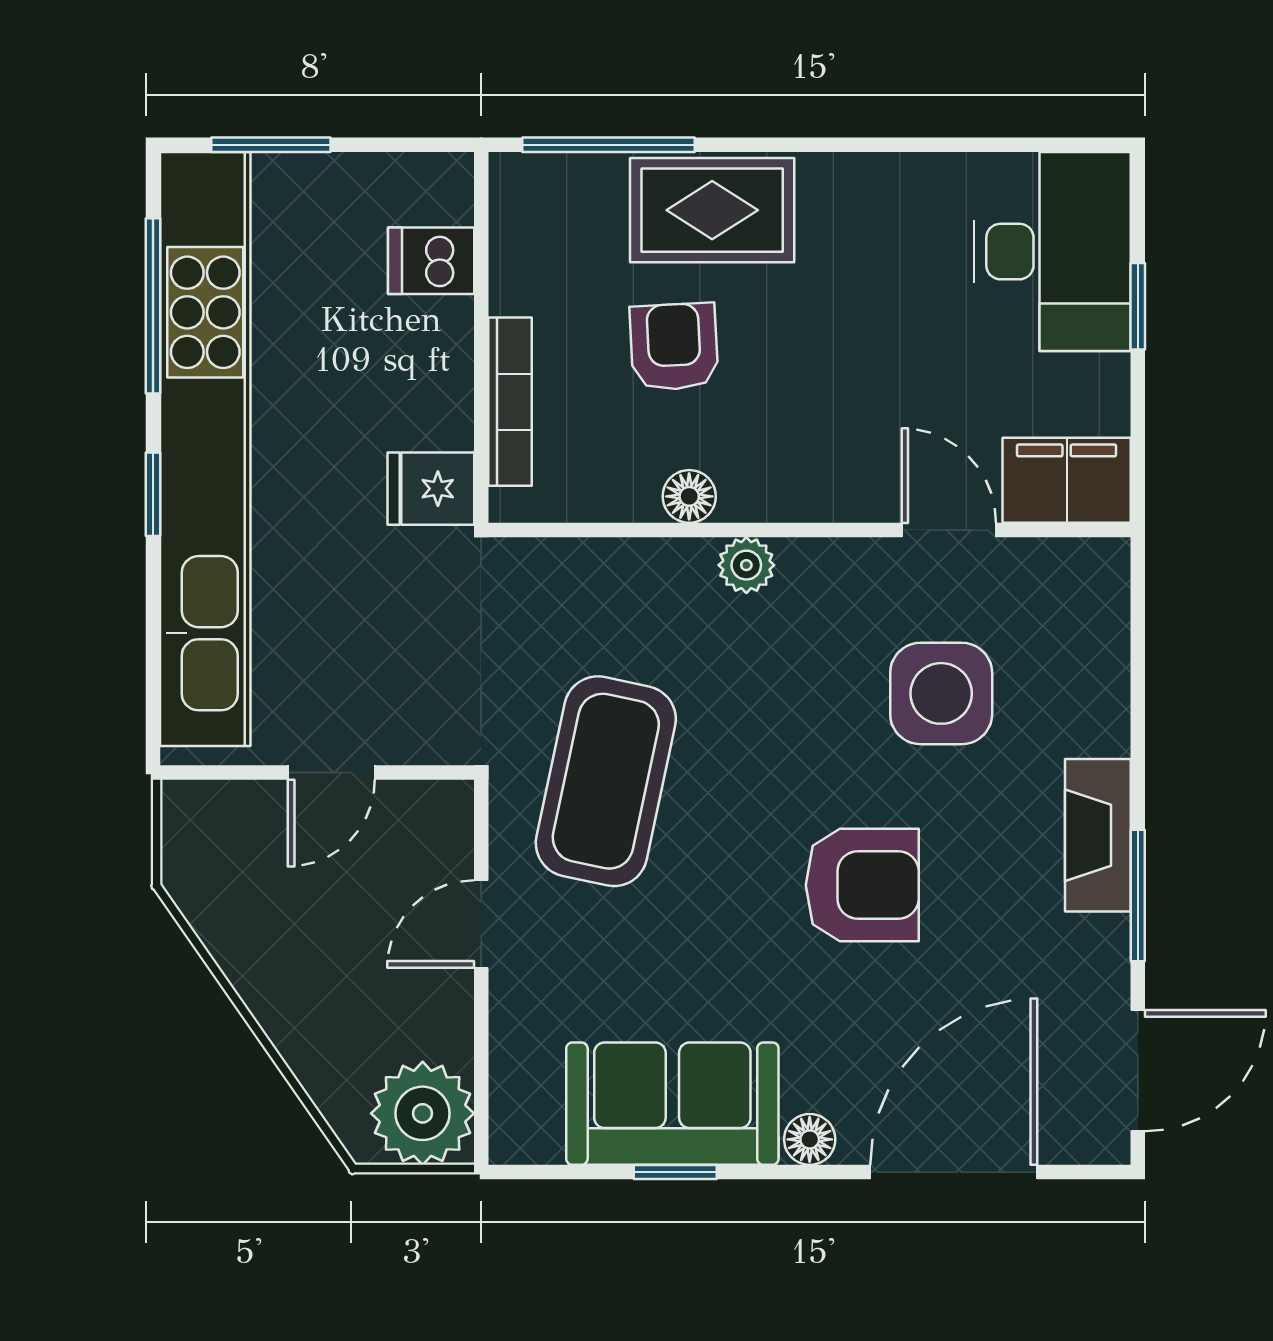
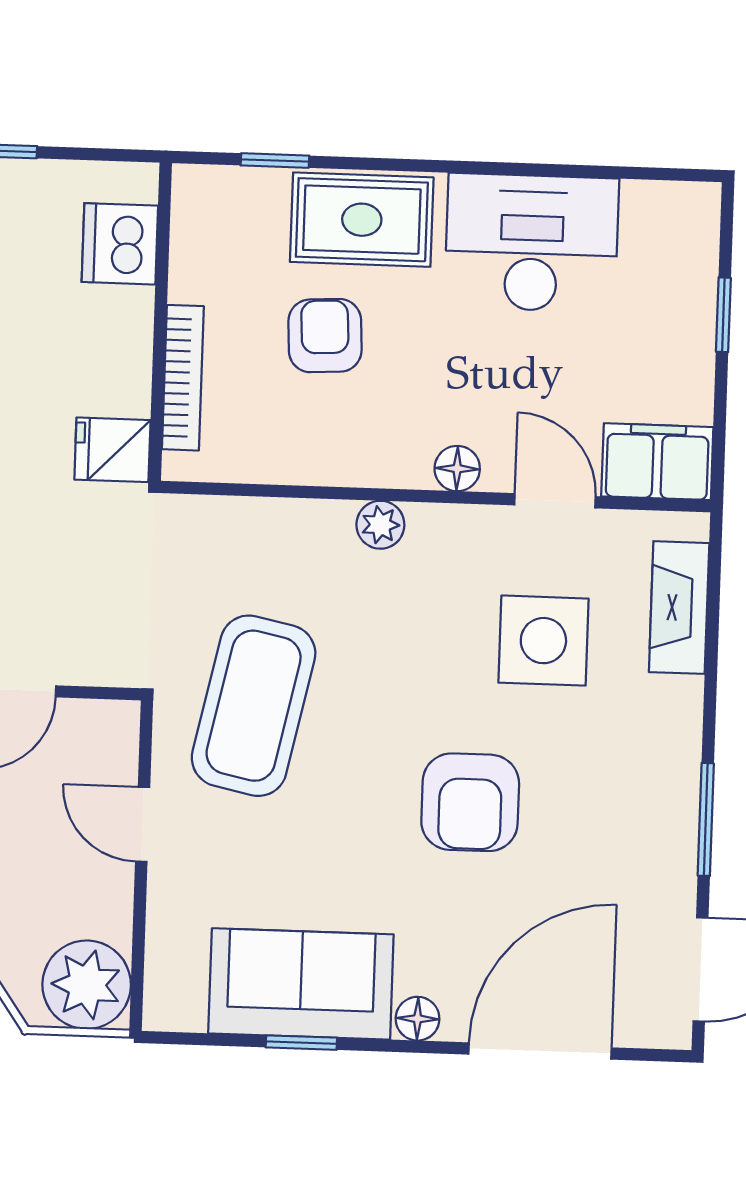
window: (609, 145) -> (275, 161), width x0.46
desk: (1052, 252) -> (532, 243), moved, turned -90
dishwasher: (431, 261) -> (120, 244), width x1.38
floor lamp: (689, 496) -> (457, 469), moved
fireplace: (1098, 835) -> (679, 608), moved
armchair: (862, 885) -> (470, 802), turned 90
door: (481, 924) -> (143, 824), hinge flipped

